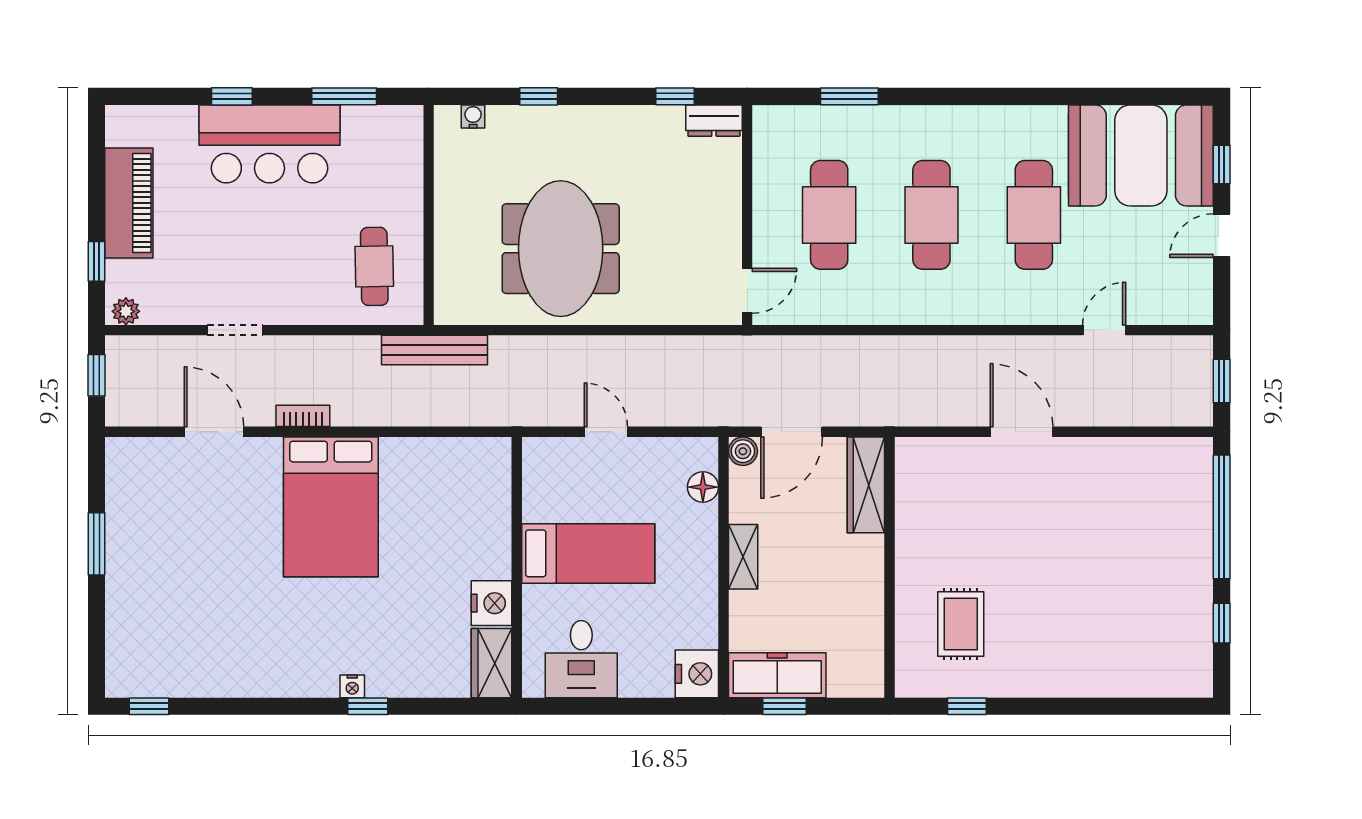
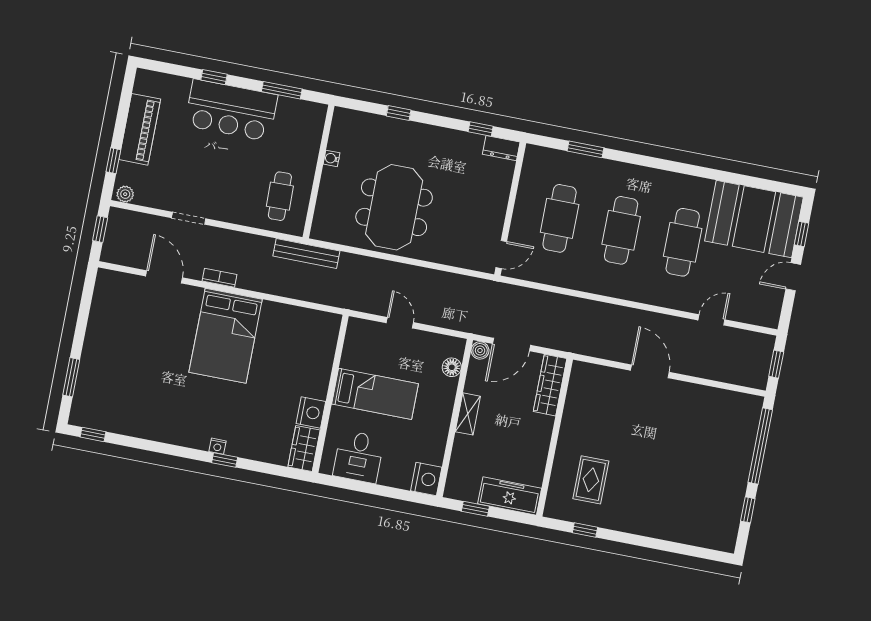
water cooler: (473, 116) -> (332, 158), moved, turned -90
window: (97, 544) -> (71, 377), moved
freezer: (777, 675) -> (510, 496), moved

